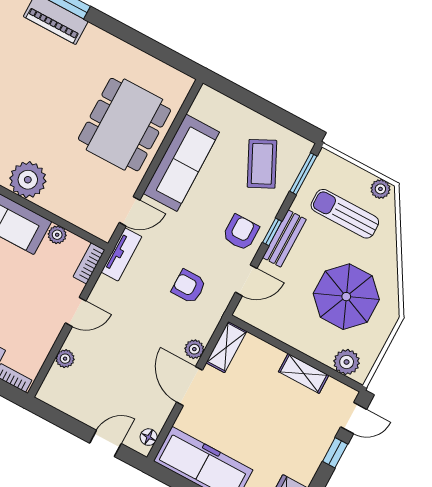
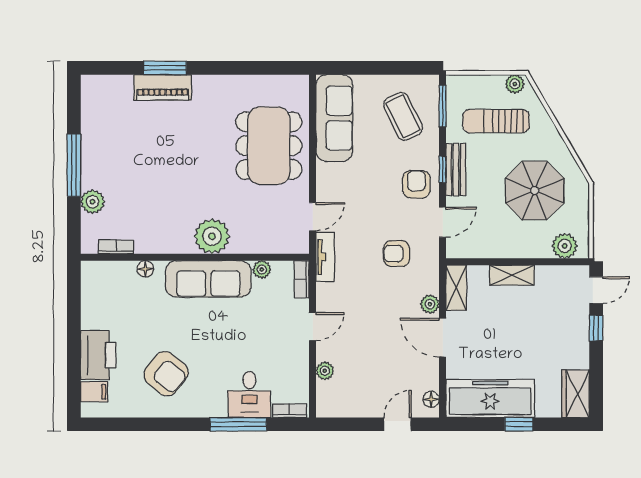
sofa: (181, 163) -> (334, 118), moved
shelving: (304, 373) -> (512, 275), moved

